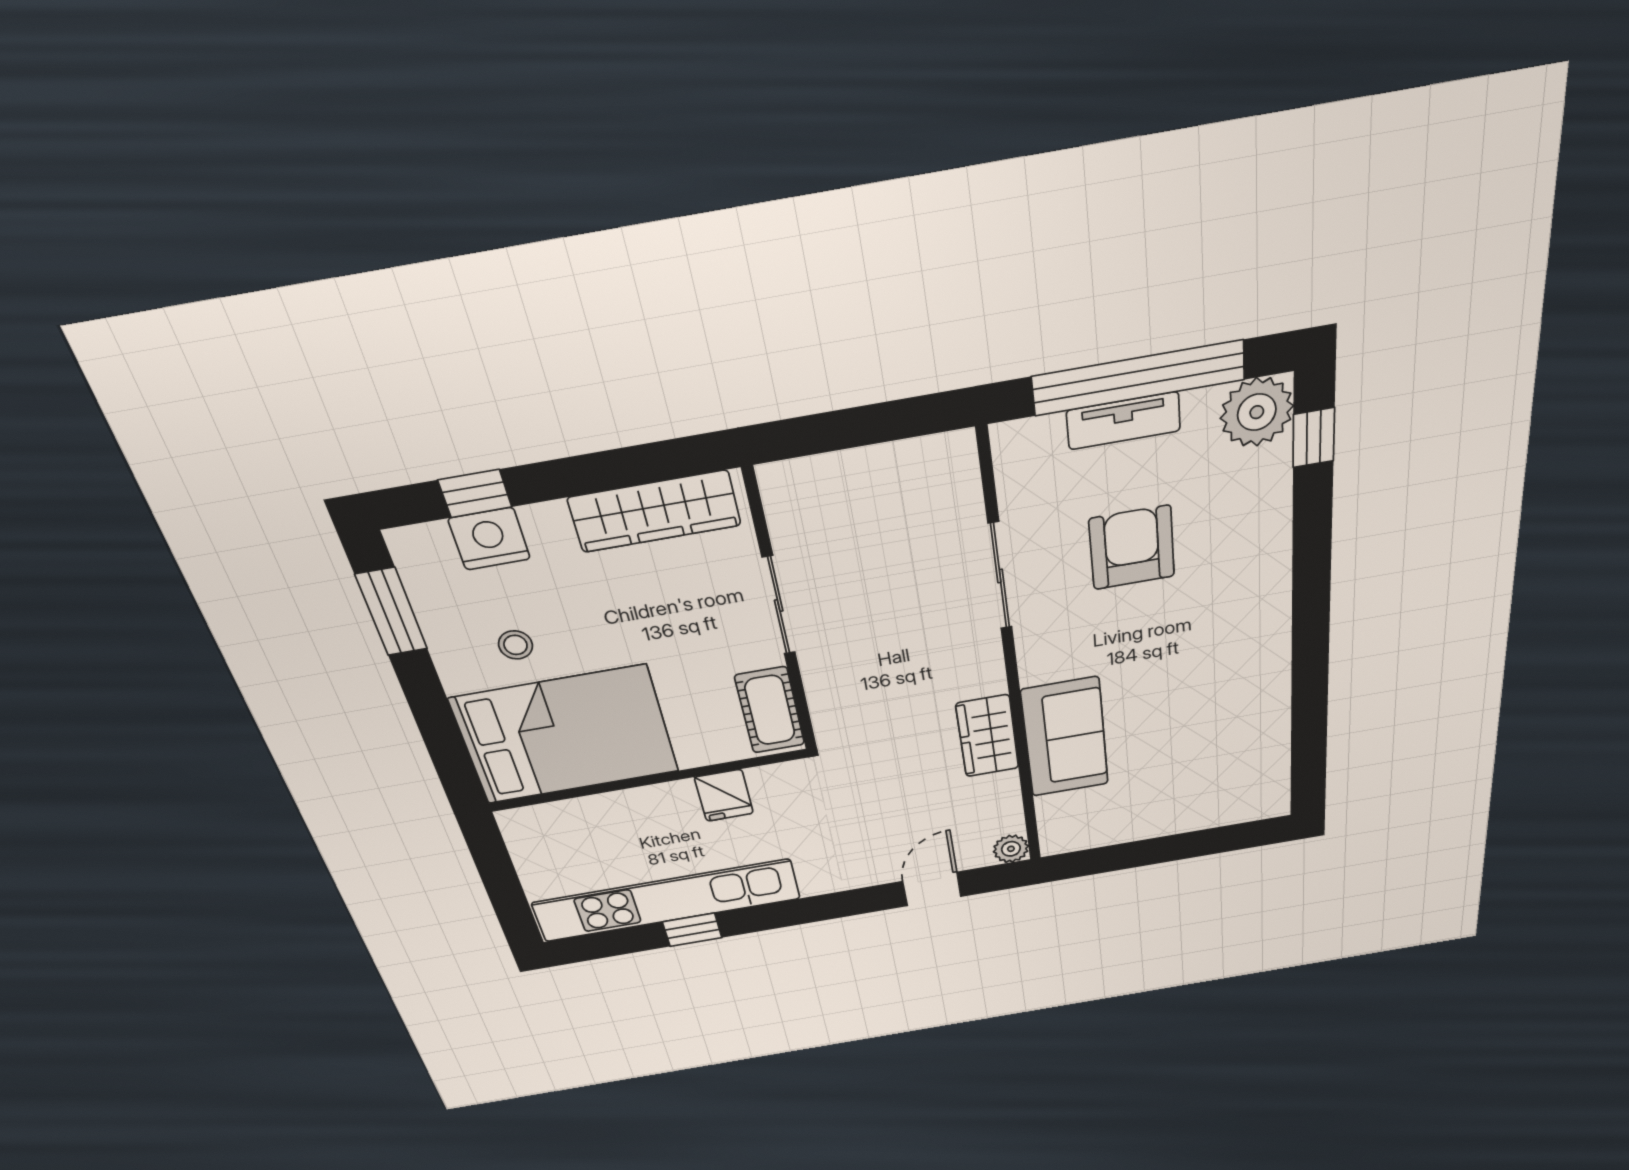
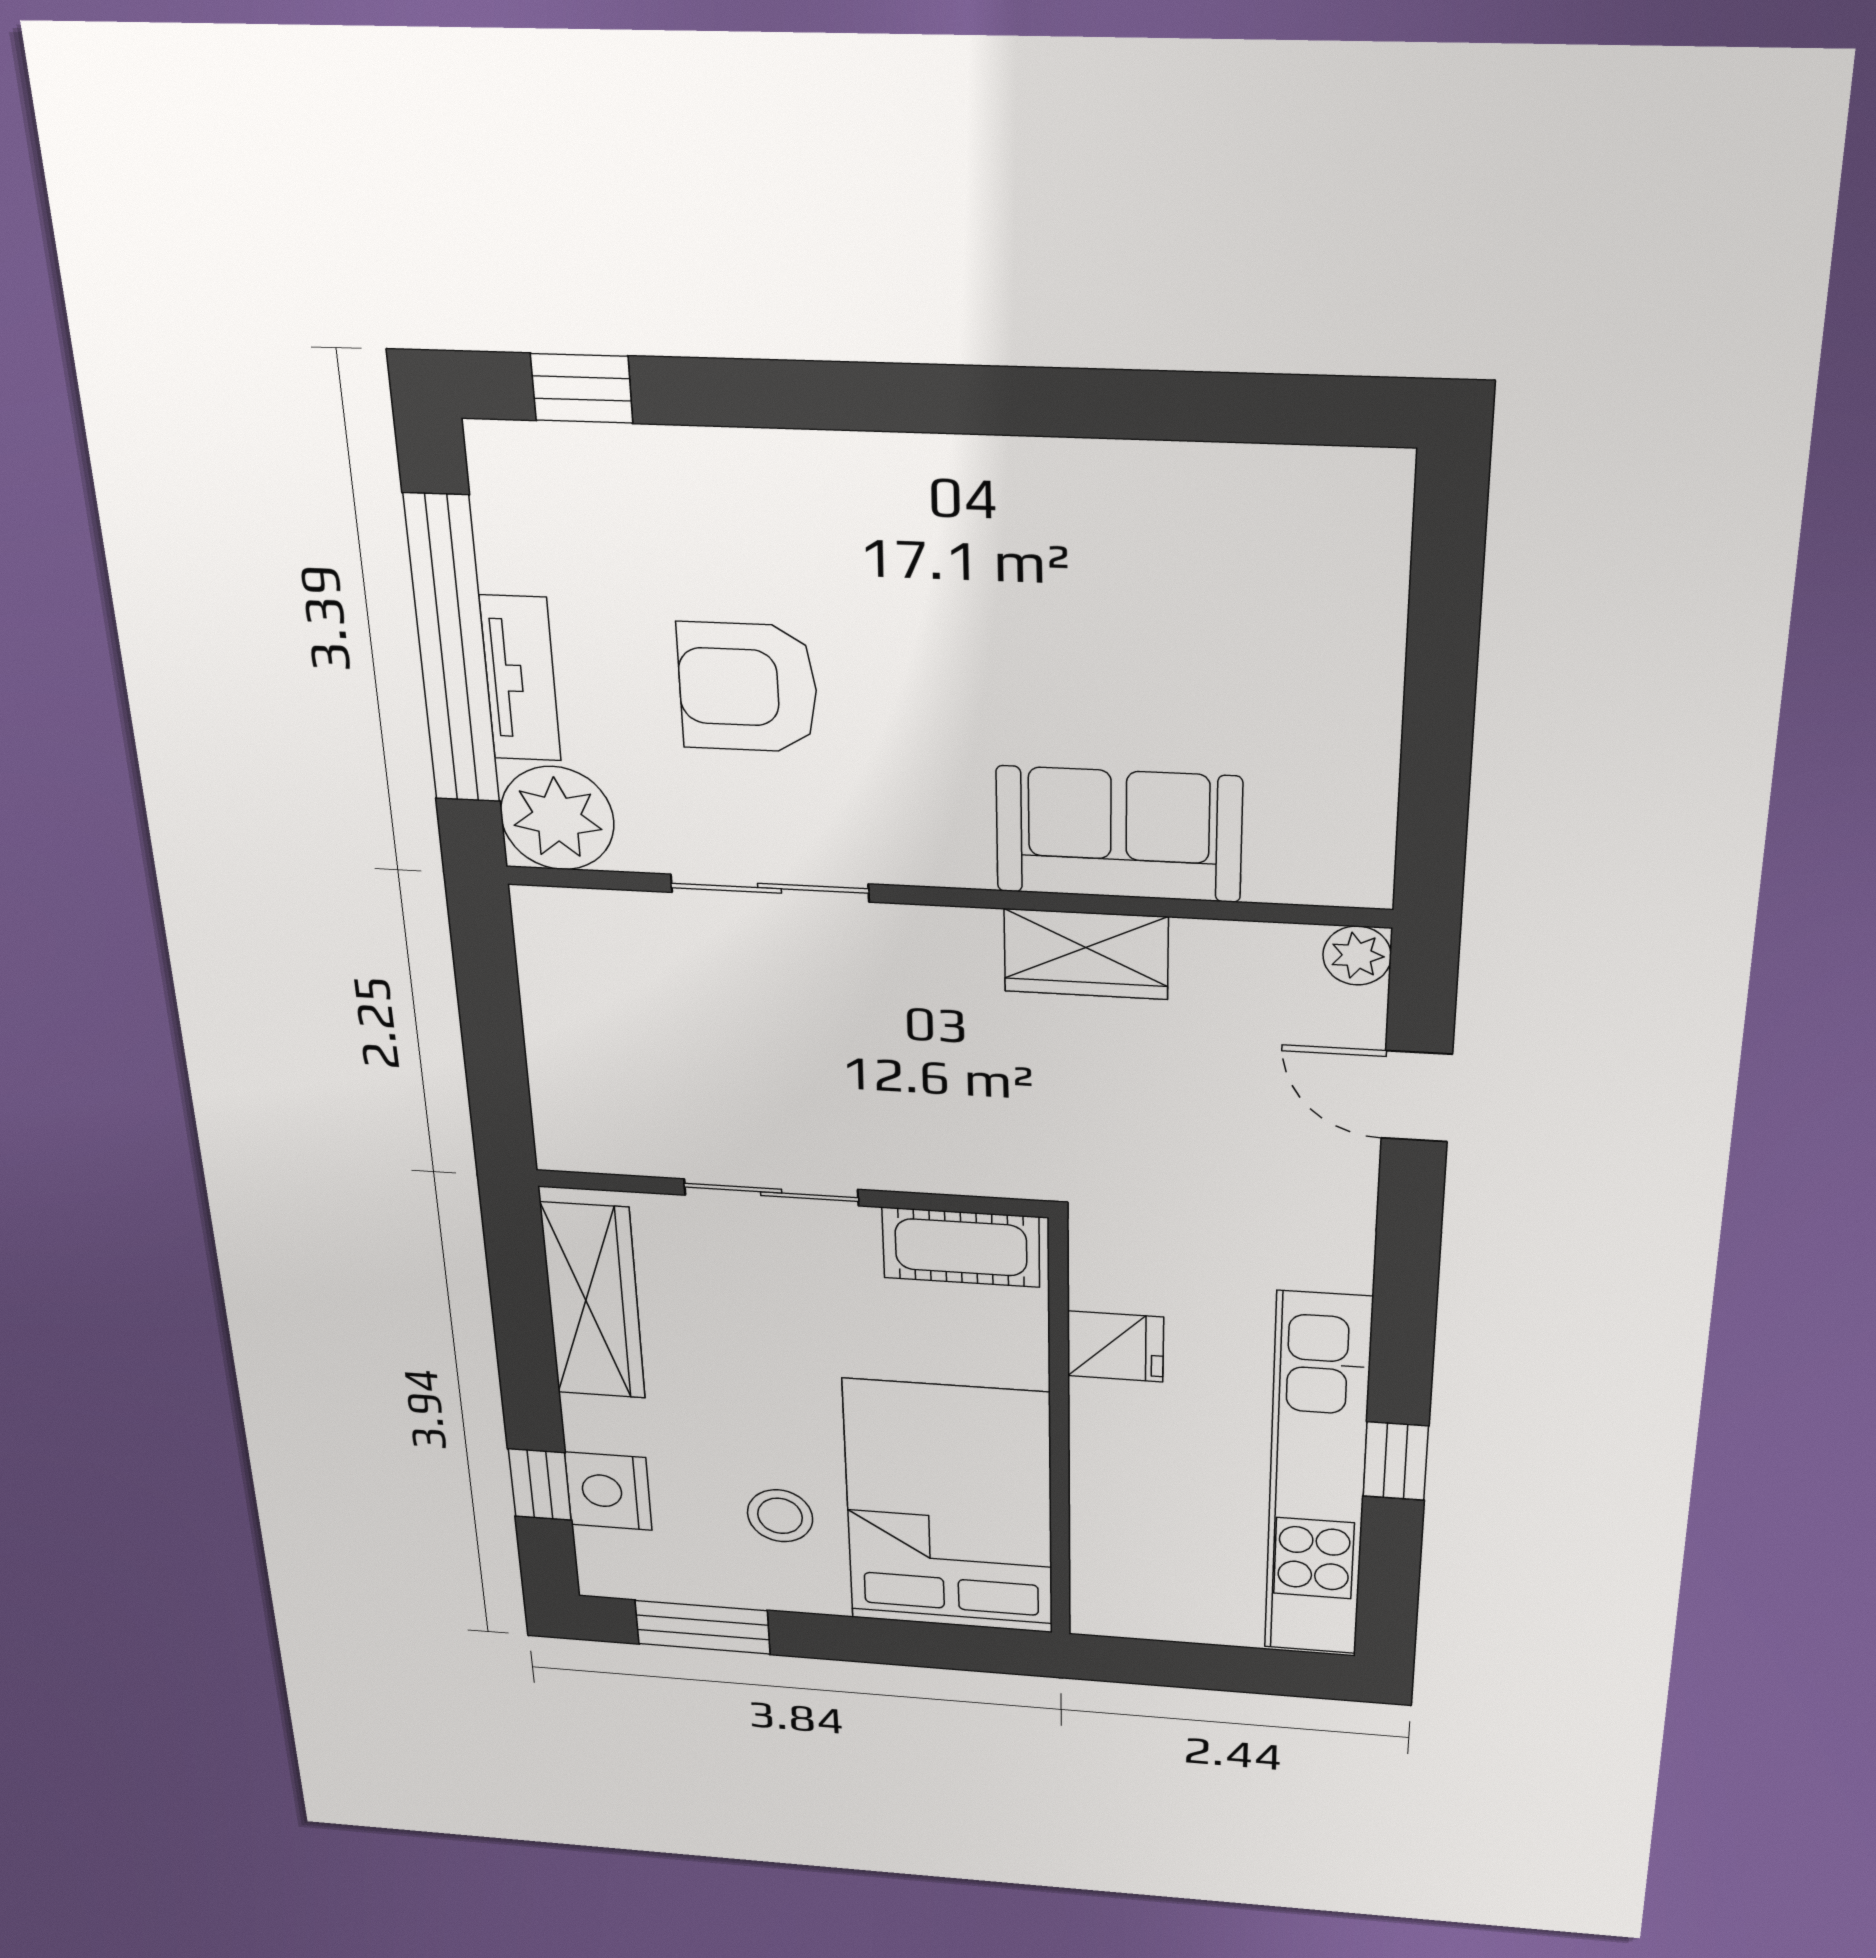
plant: (1257, 412) -> (557, 818), moved
stool: (515, 645) -> (780, 1516), width x1.37, depth x1.37

